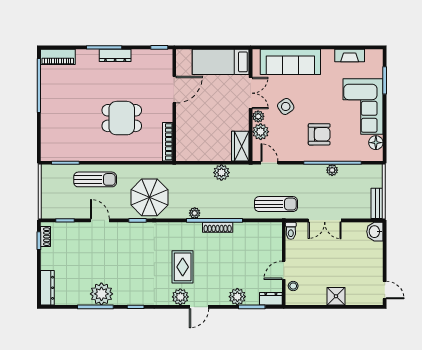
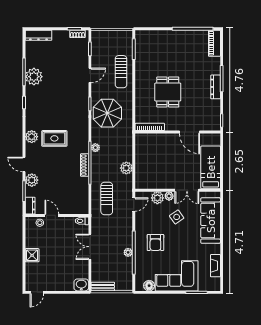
wardrobe: (240, 146) -> (146, 182), removed
sun lounger: (276, 204) -> (107, 198), moved
door: (199, 307) -> (24, 165), moved

